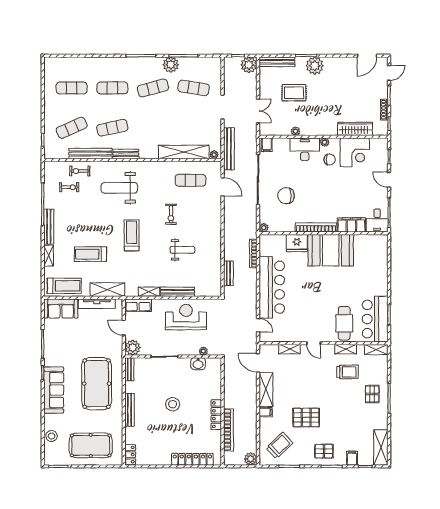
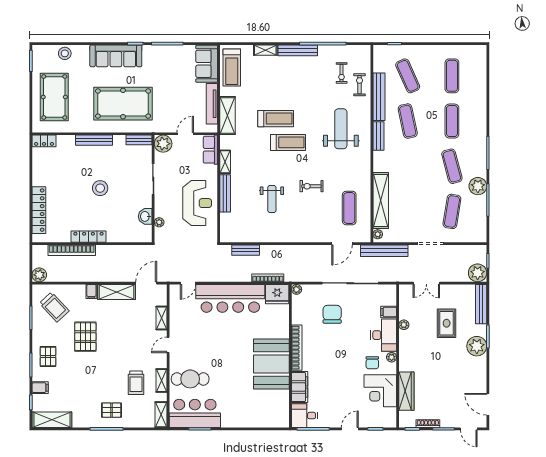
filing cabinet: (267, 145) -> (389, 312), moved
fridge: (297, 243) -> (277, 294), moved, turned -90
treadmill: (90, 254) -> (276, 119), moved, turned 90

